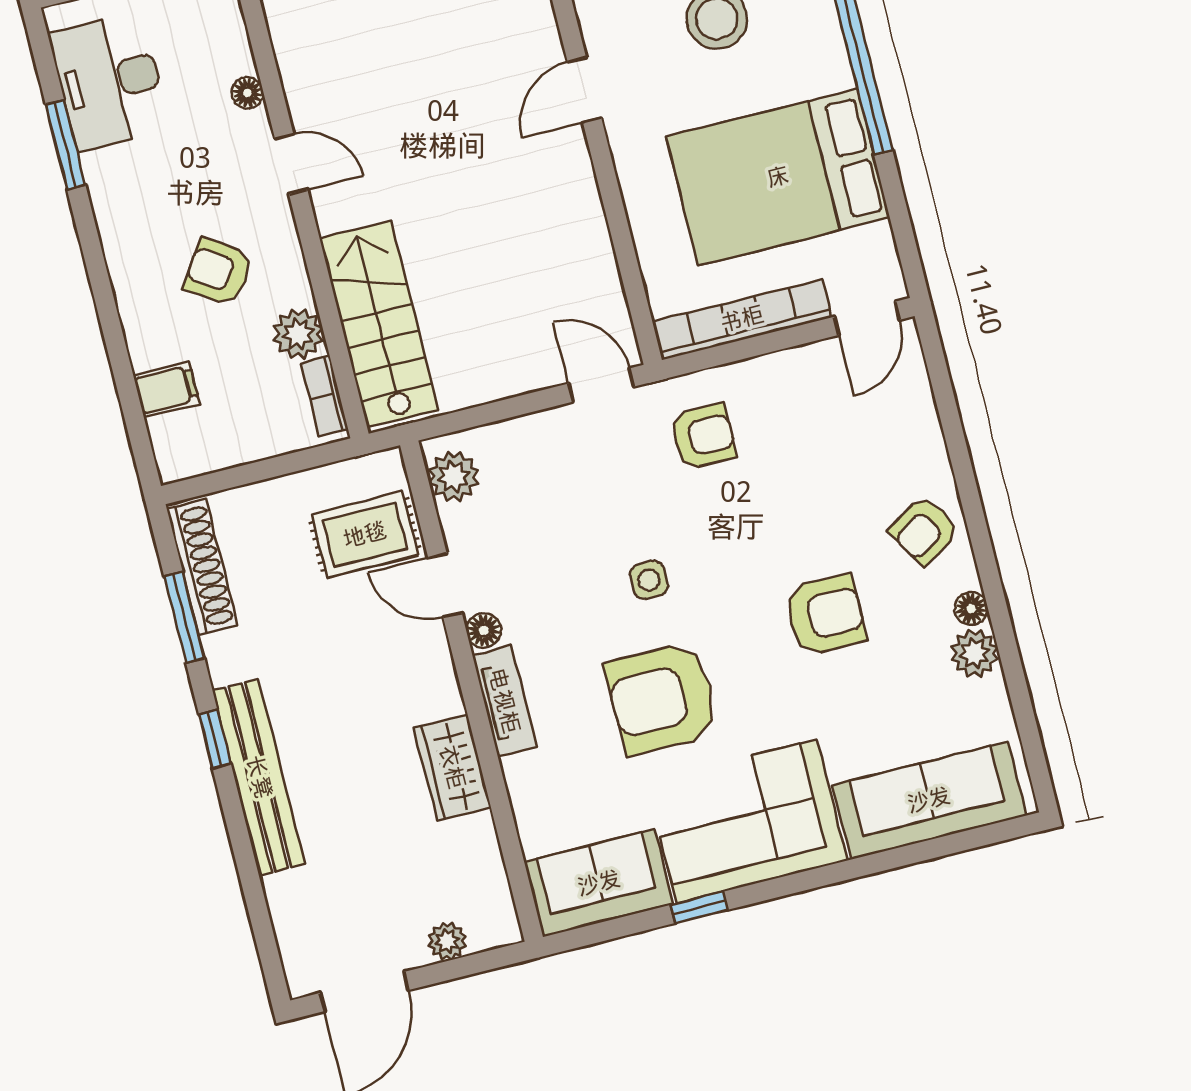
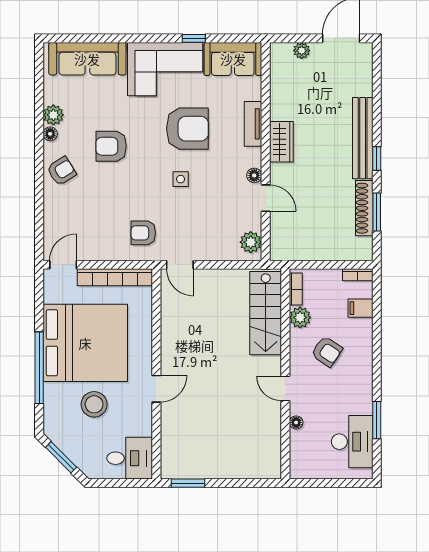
bed: (778, 177) -> (85, 343), width x1.36
bookcase: (192, 464) -> (358, 275), added
rug: (365, 535) -> (293, 227), removed
shoe rack: (202, 567) -> (364, 208), moved
tv unit: (504, 701) -> (253, 124), moved
wardrobe: (452, 767) -> (281, 142), moved

